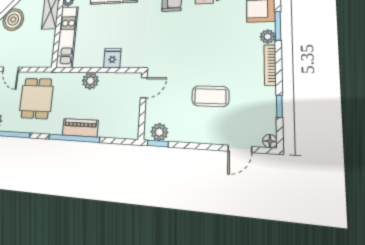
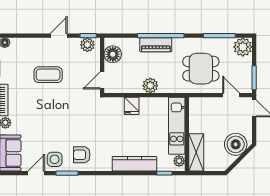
dining table: (36, 98) -> (201, 69), turned 90
floor lamp: (130, 119) -> (113, 54), added
door: (240, 149) -> (59, 36), moved

